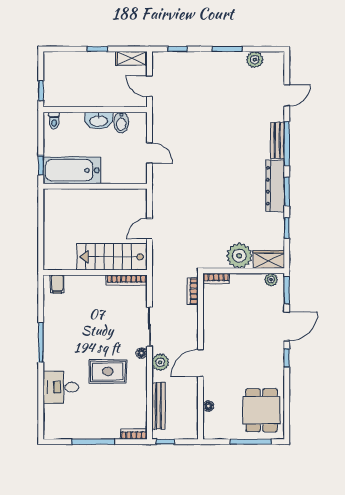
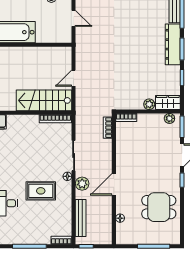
plant: (239, 256) -> (149, 104), width x0.53, depth x0.53
dining table: (262, 410) -> (159, 207), moved, turned 90

